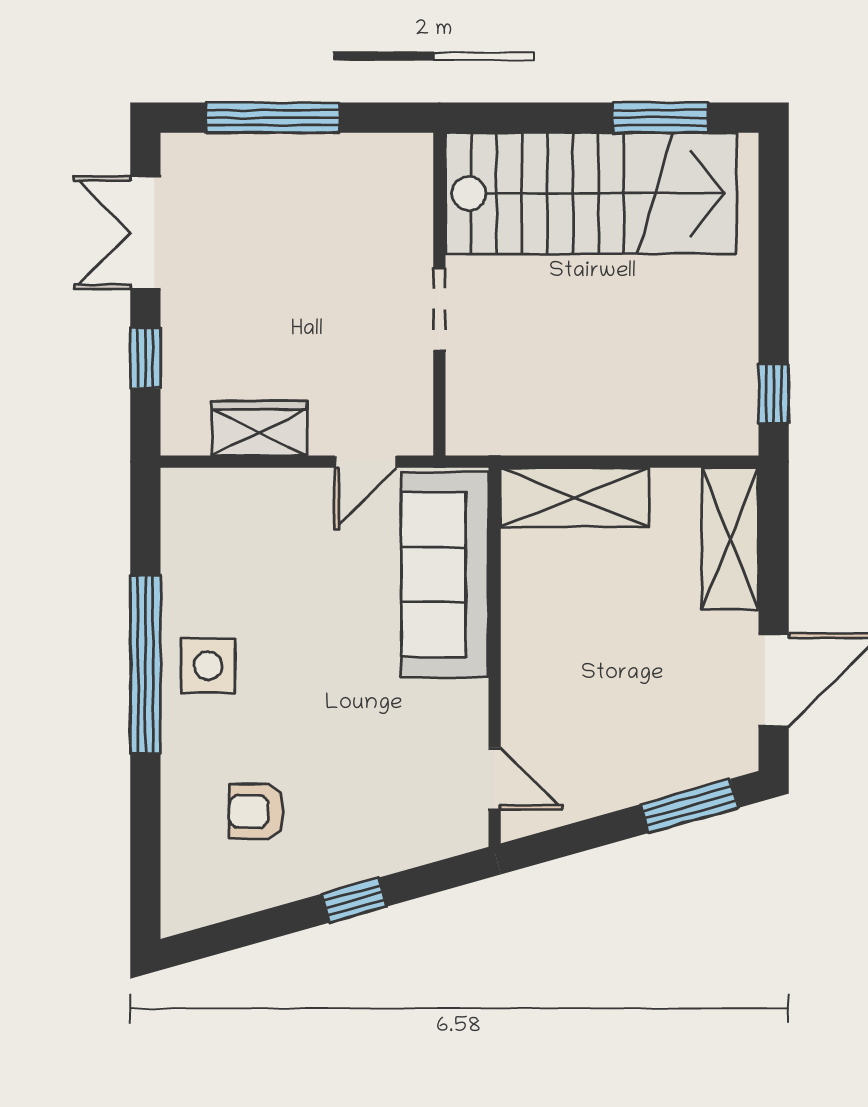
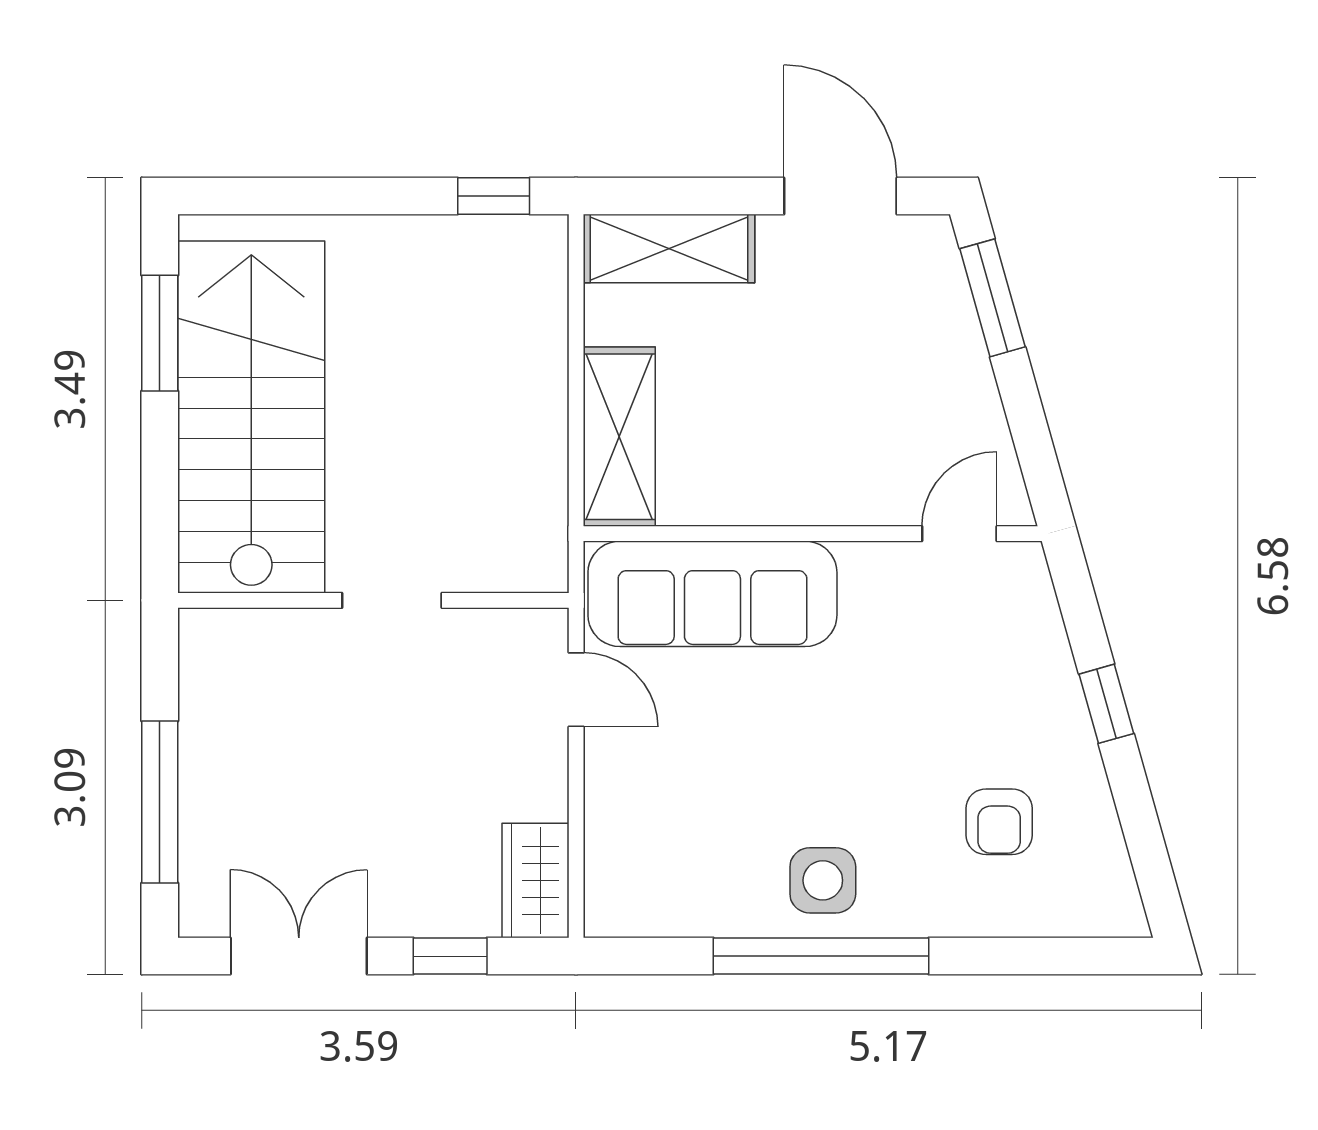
double door: (145, 233) -> (299, 956), swing flipped
wardrobe: (260, 428) -> (535, 880), moved

